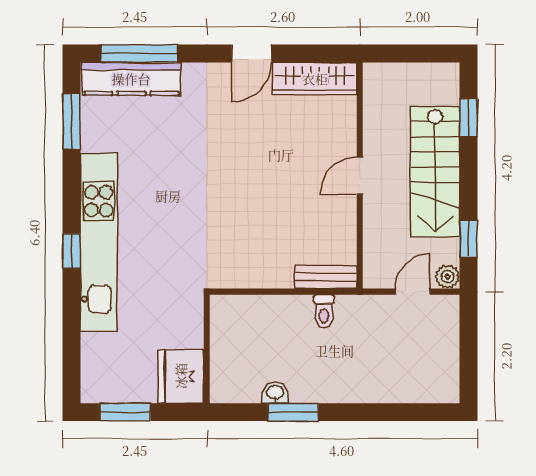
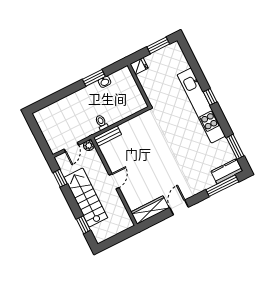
kitchen counter: (131, 79) -> (227, 171), width x0.67
plant: (448, 277) -> (89, 146), moved
fridge: (181, 376) -> (139, 66), width x0.53, depth x0.75

